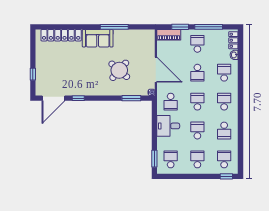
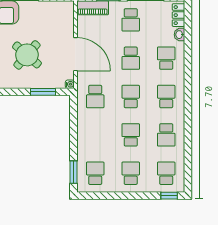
school desk: (197, 44) -> (131, 20), turned 180
desk: (168, 126) -> (92, 129), removed

